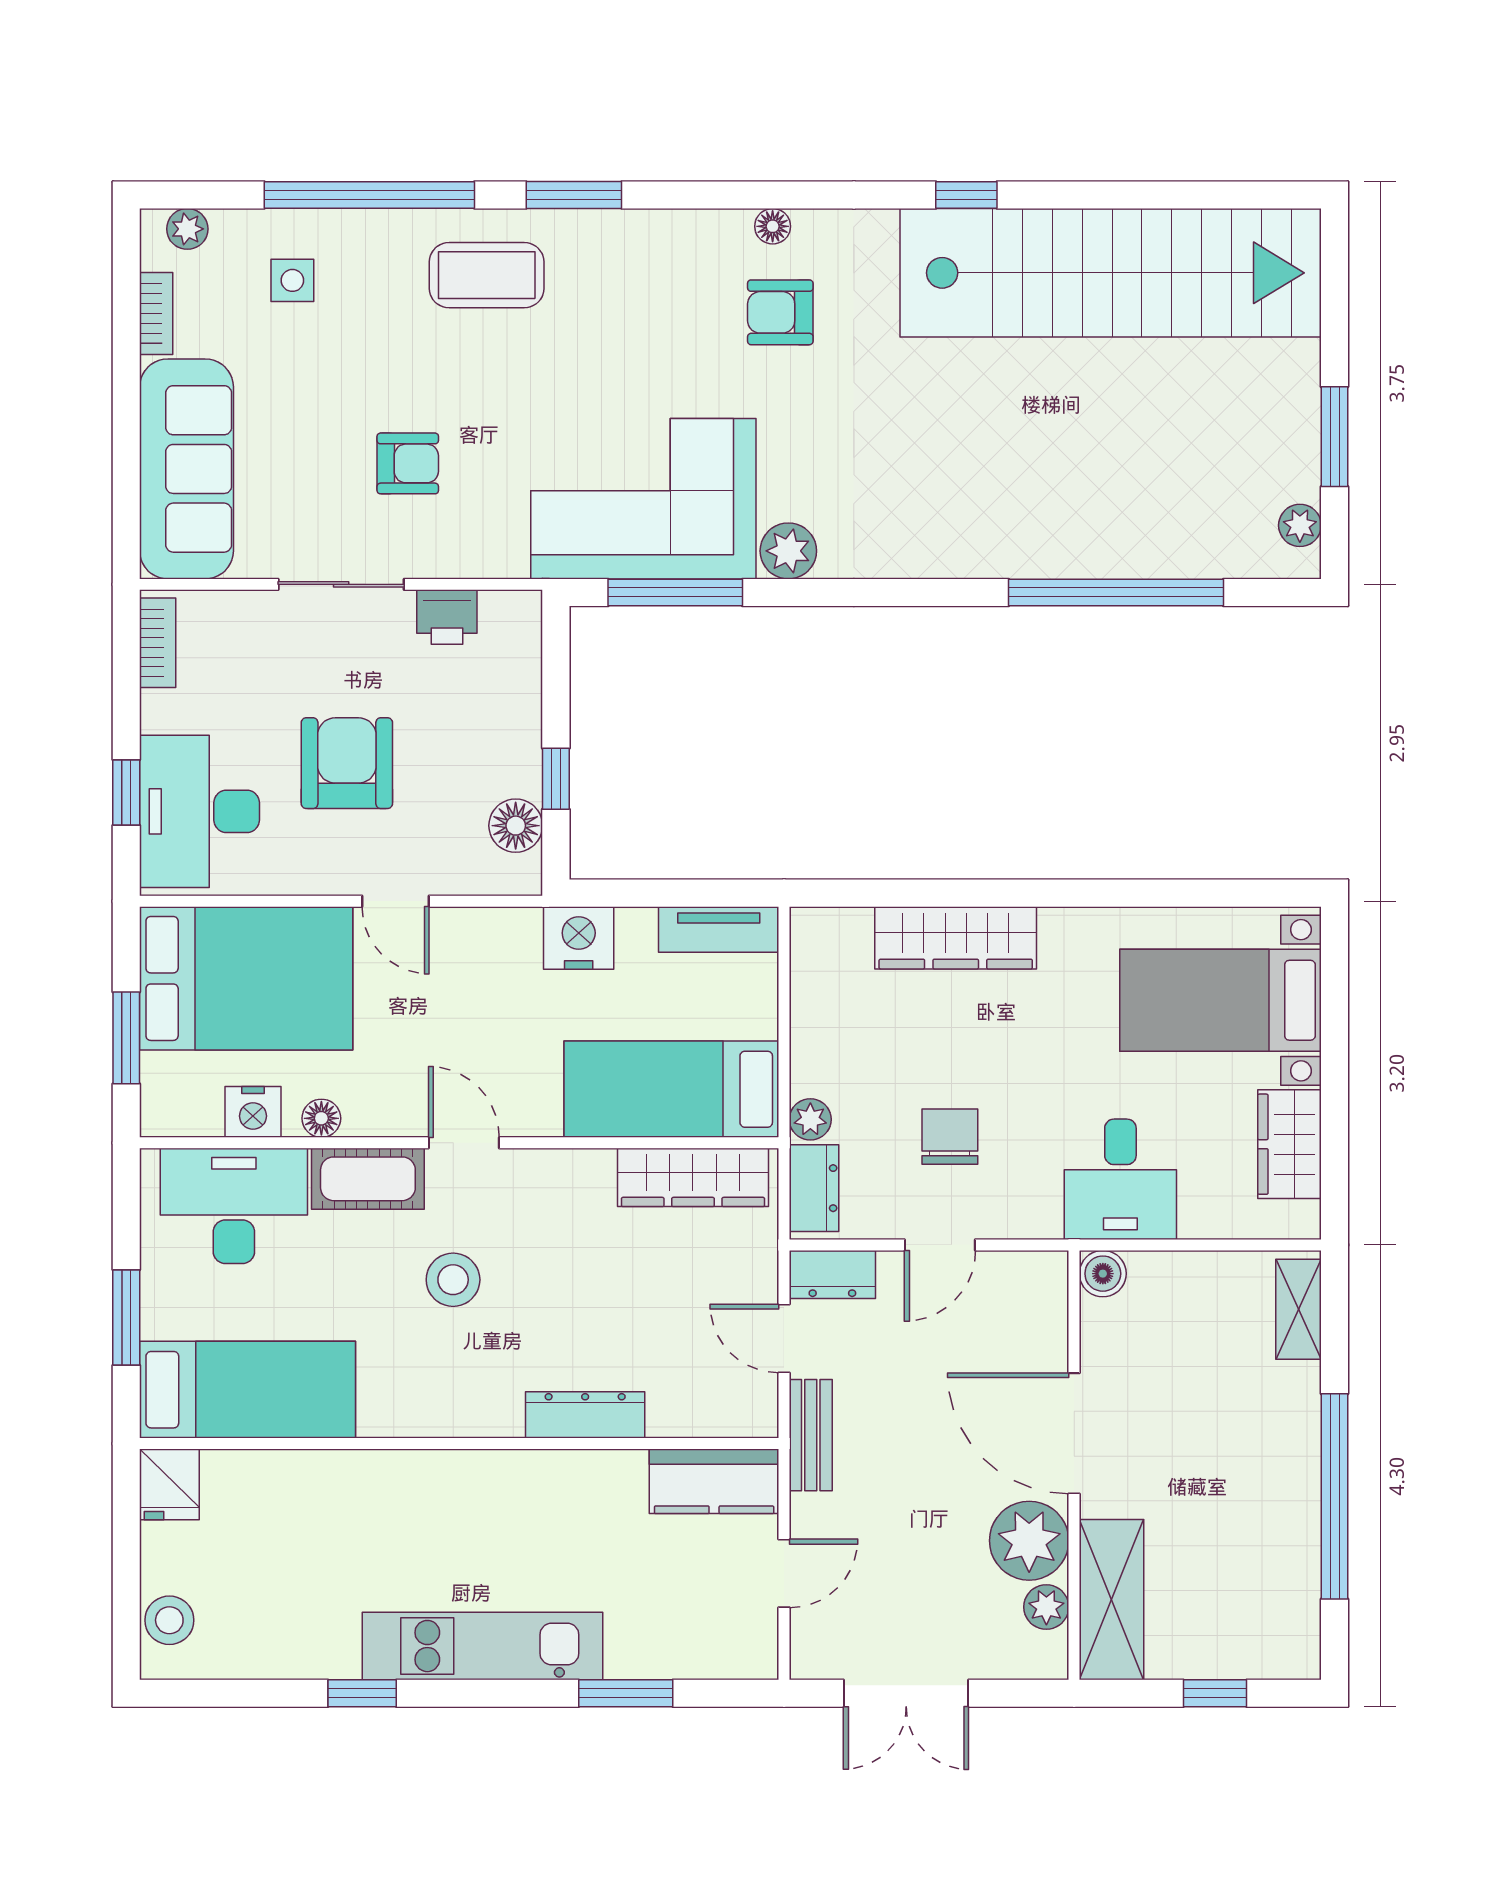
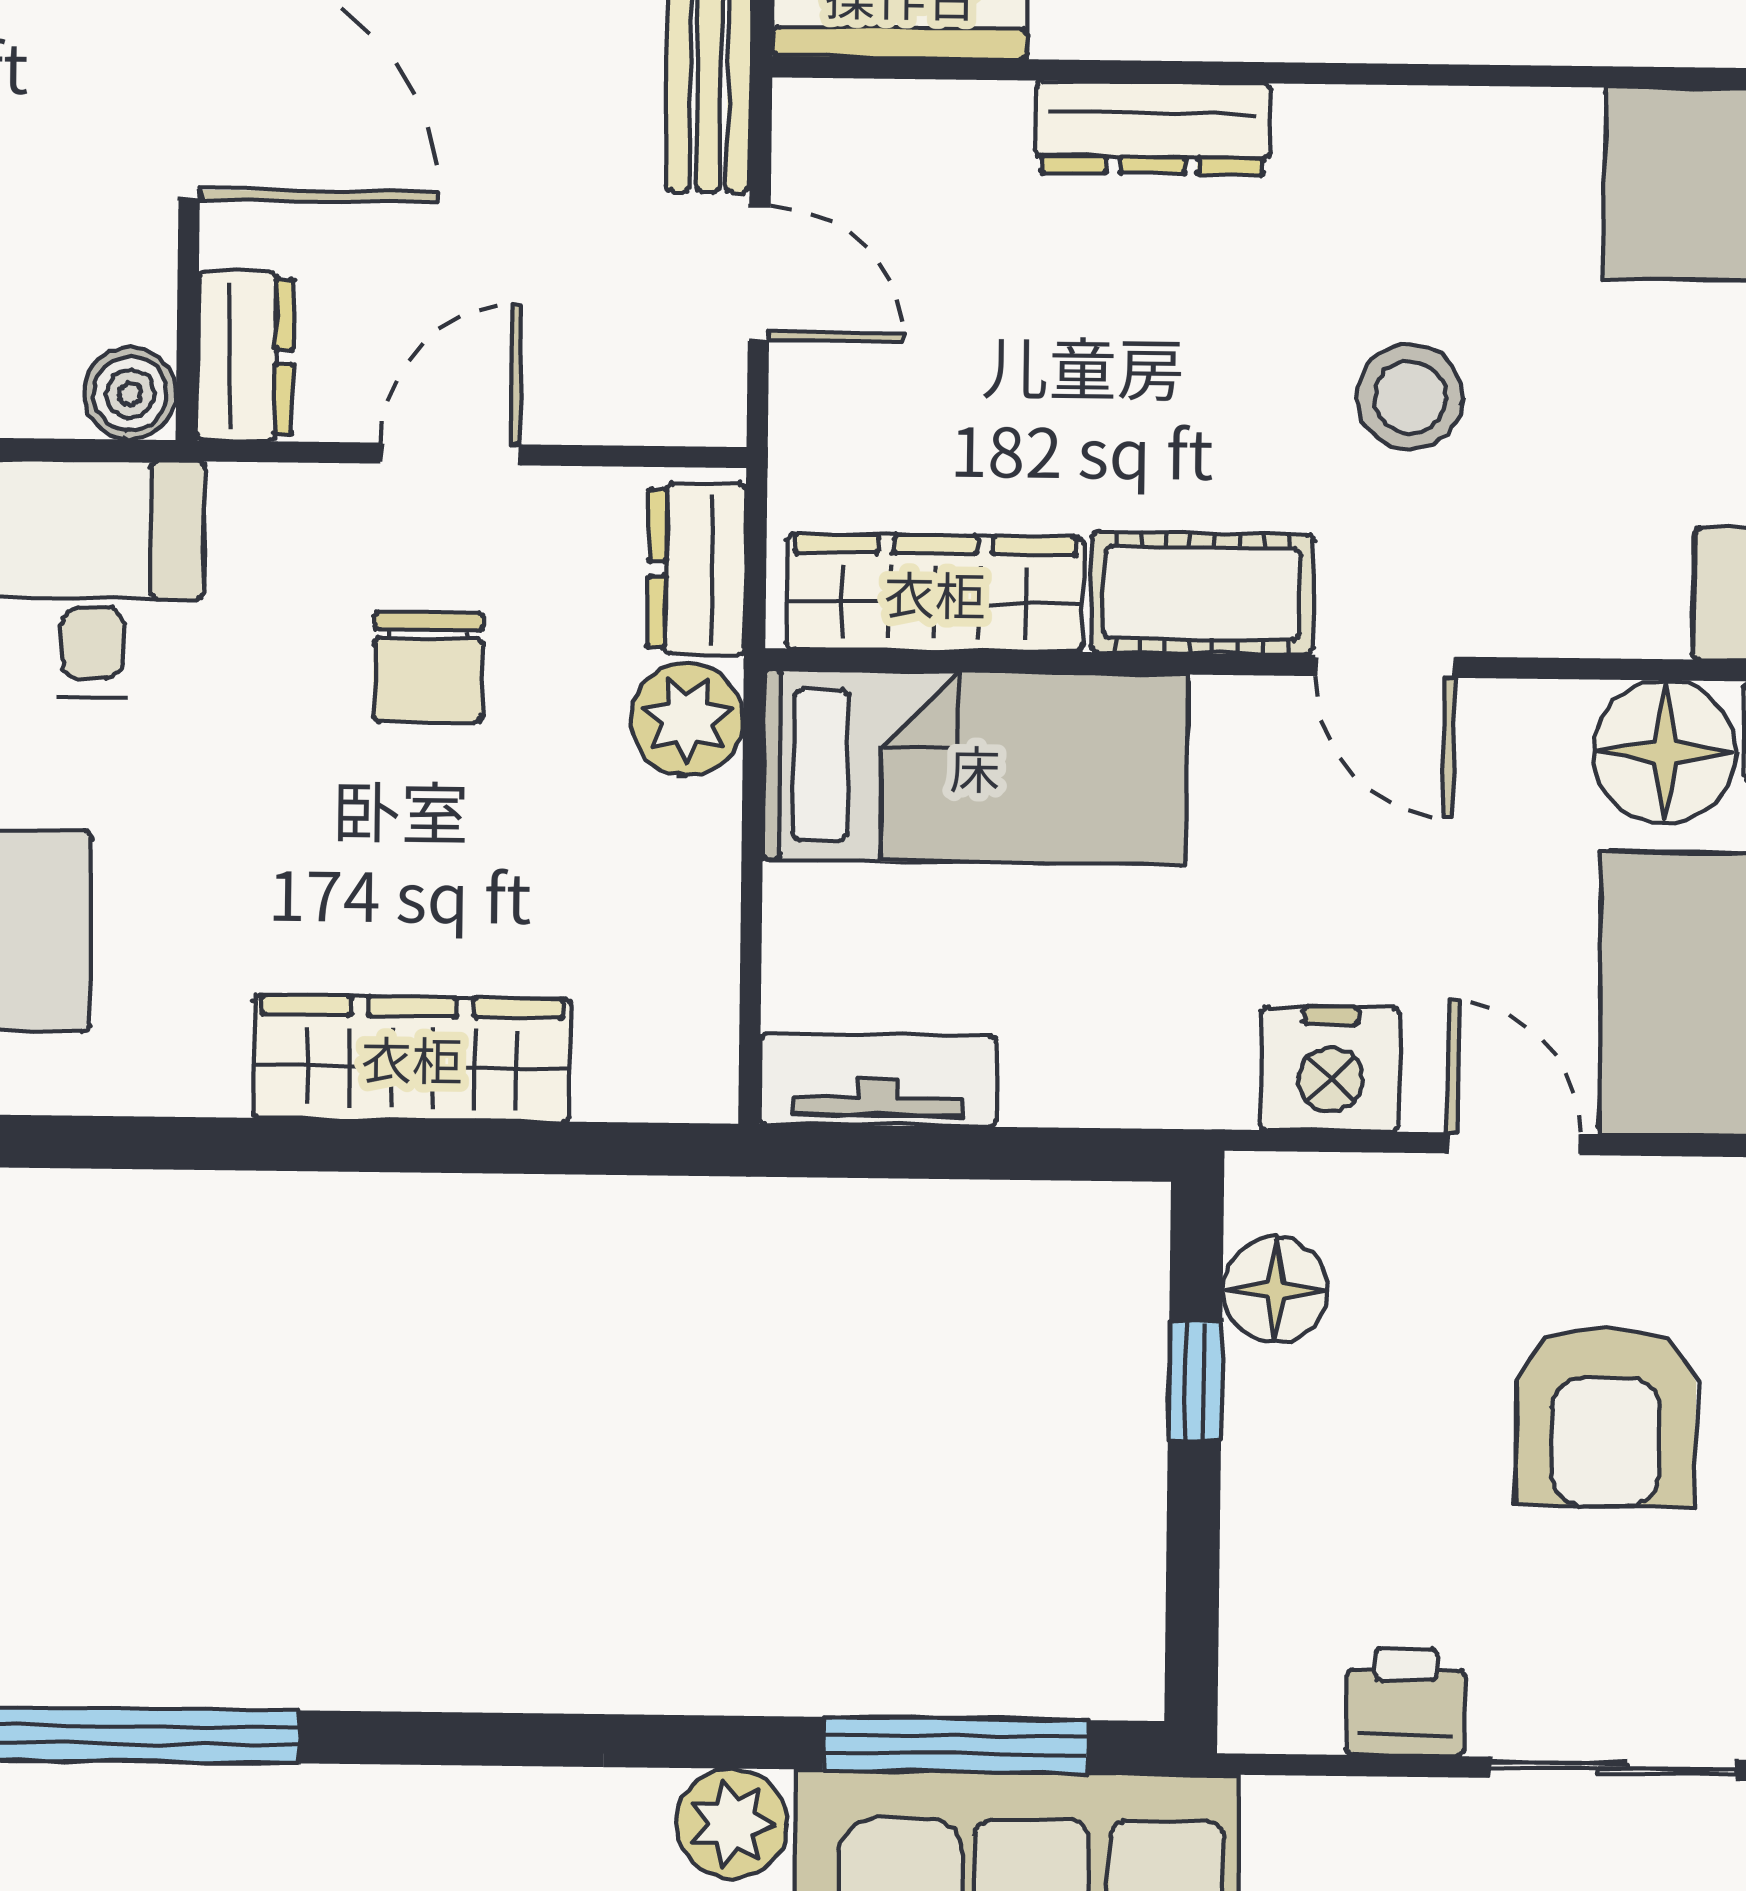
nightstand: (579, 938) -> (1330, 1069), moved
floor lamp: (321, 1118) -> (1665, 752), width x1.89, depth x1.89
plant: (810, 1119) -> (687, 719), width x1.38, depth x1.38
cot: (368, 1179) -> (1202, 593), moved
dresser: (832, 1274) -> (245, 356), moved, turned 90

